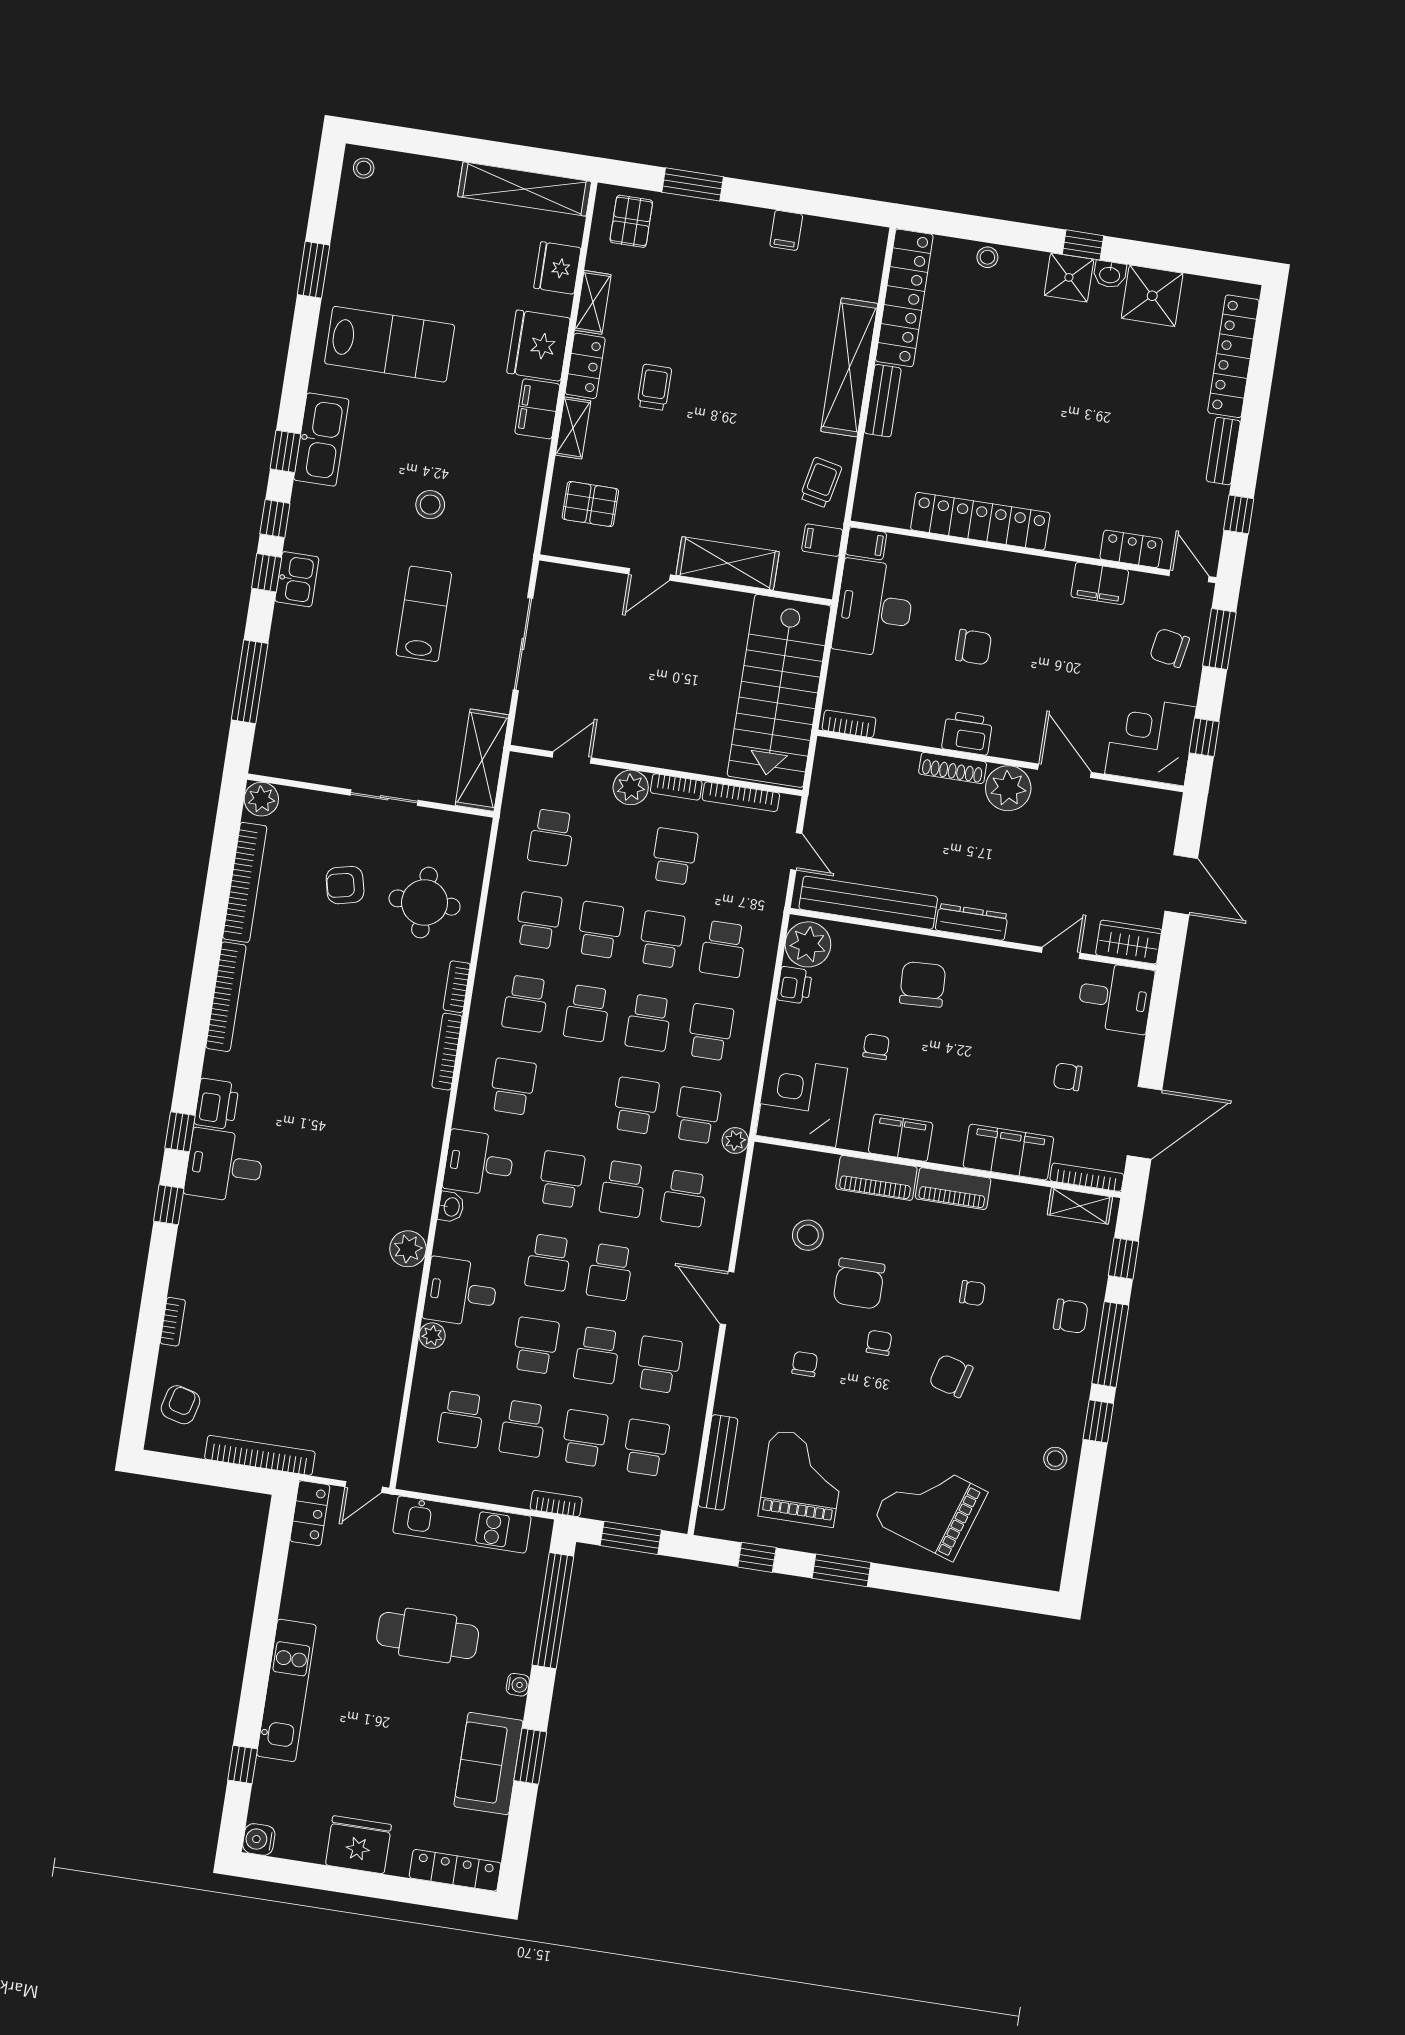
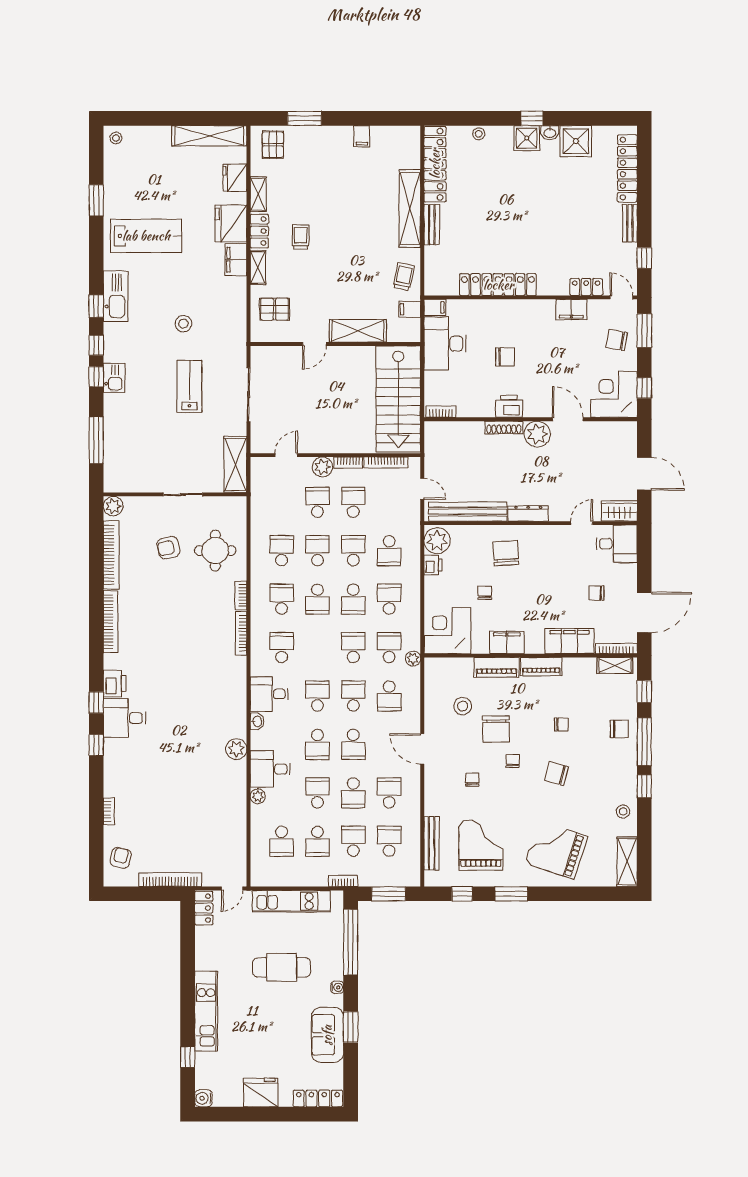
school desk: (551, 837) -> (317, 502), moved, turned 180
school desk: (525, 1004) -> (282, 599), turned 180
school desk: (623, 1189) -> (353, 696), turned 180
shelving: (1049, 1546) -> (627, 862), added

